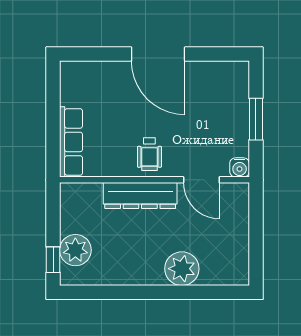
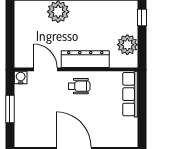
wheelchair: (149, 154) -> (79, 86), turned 90
plant: (75, 250) -> (127, 45), moved

